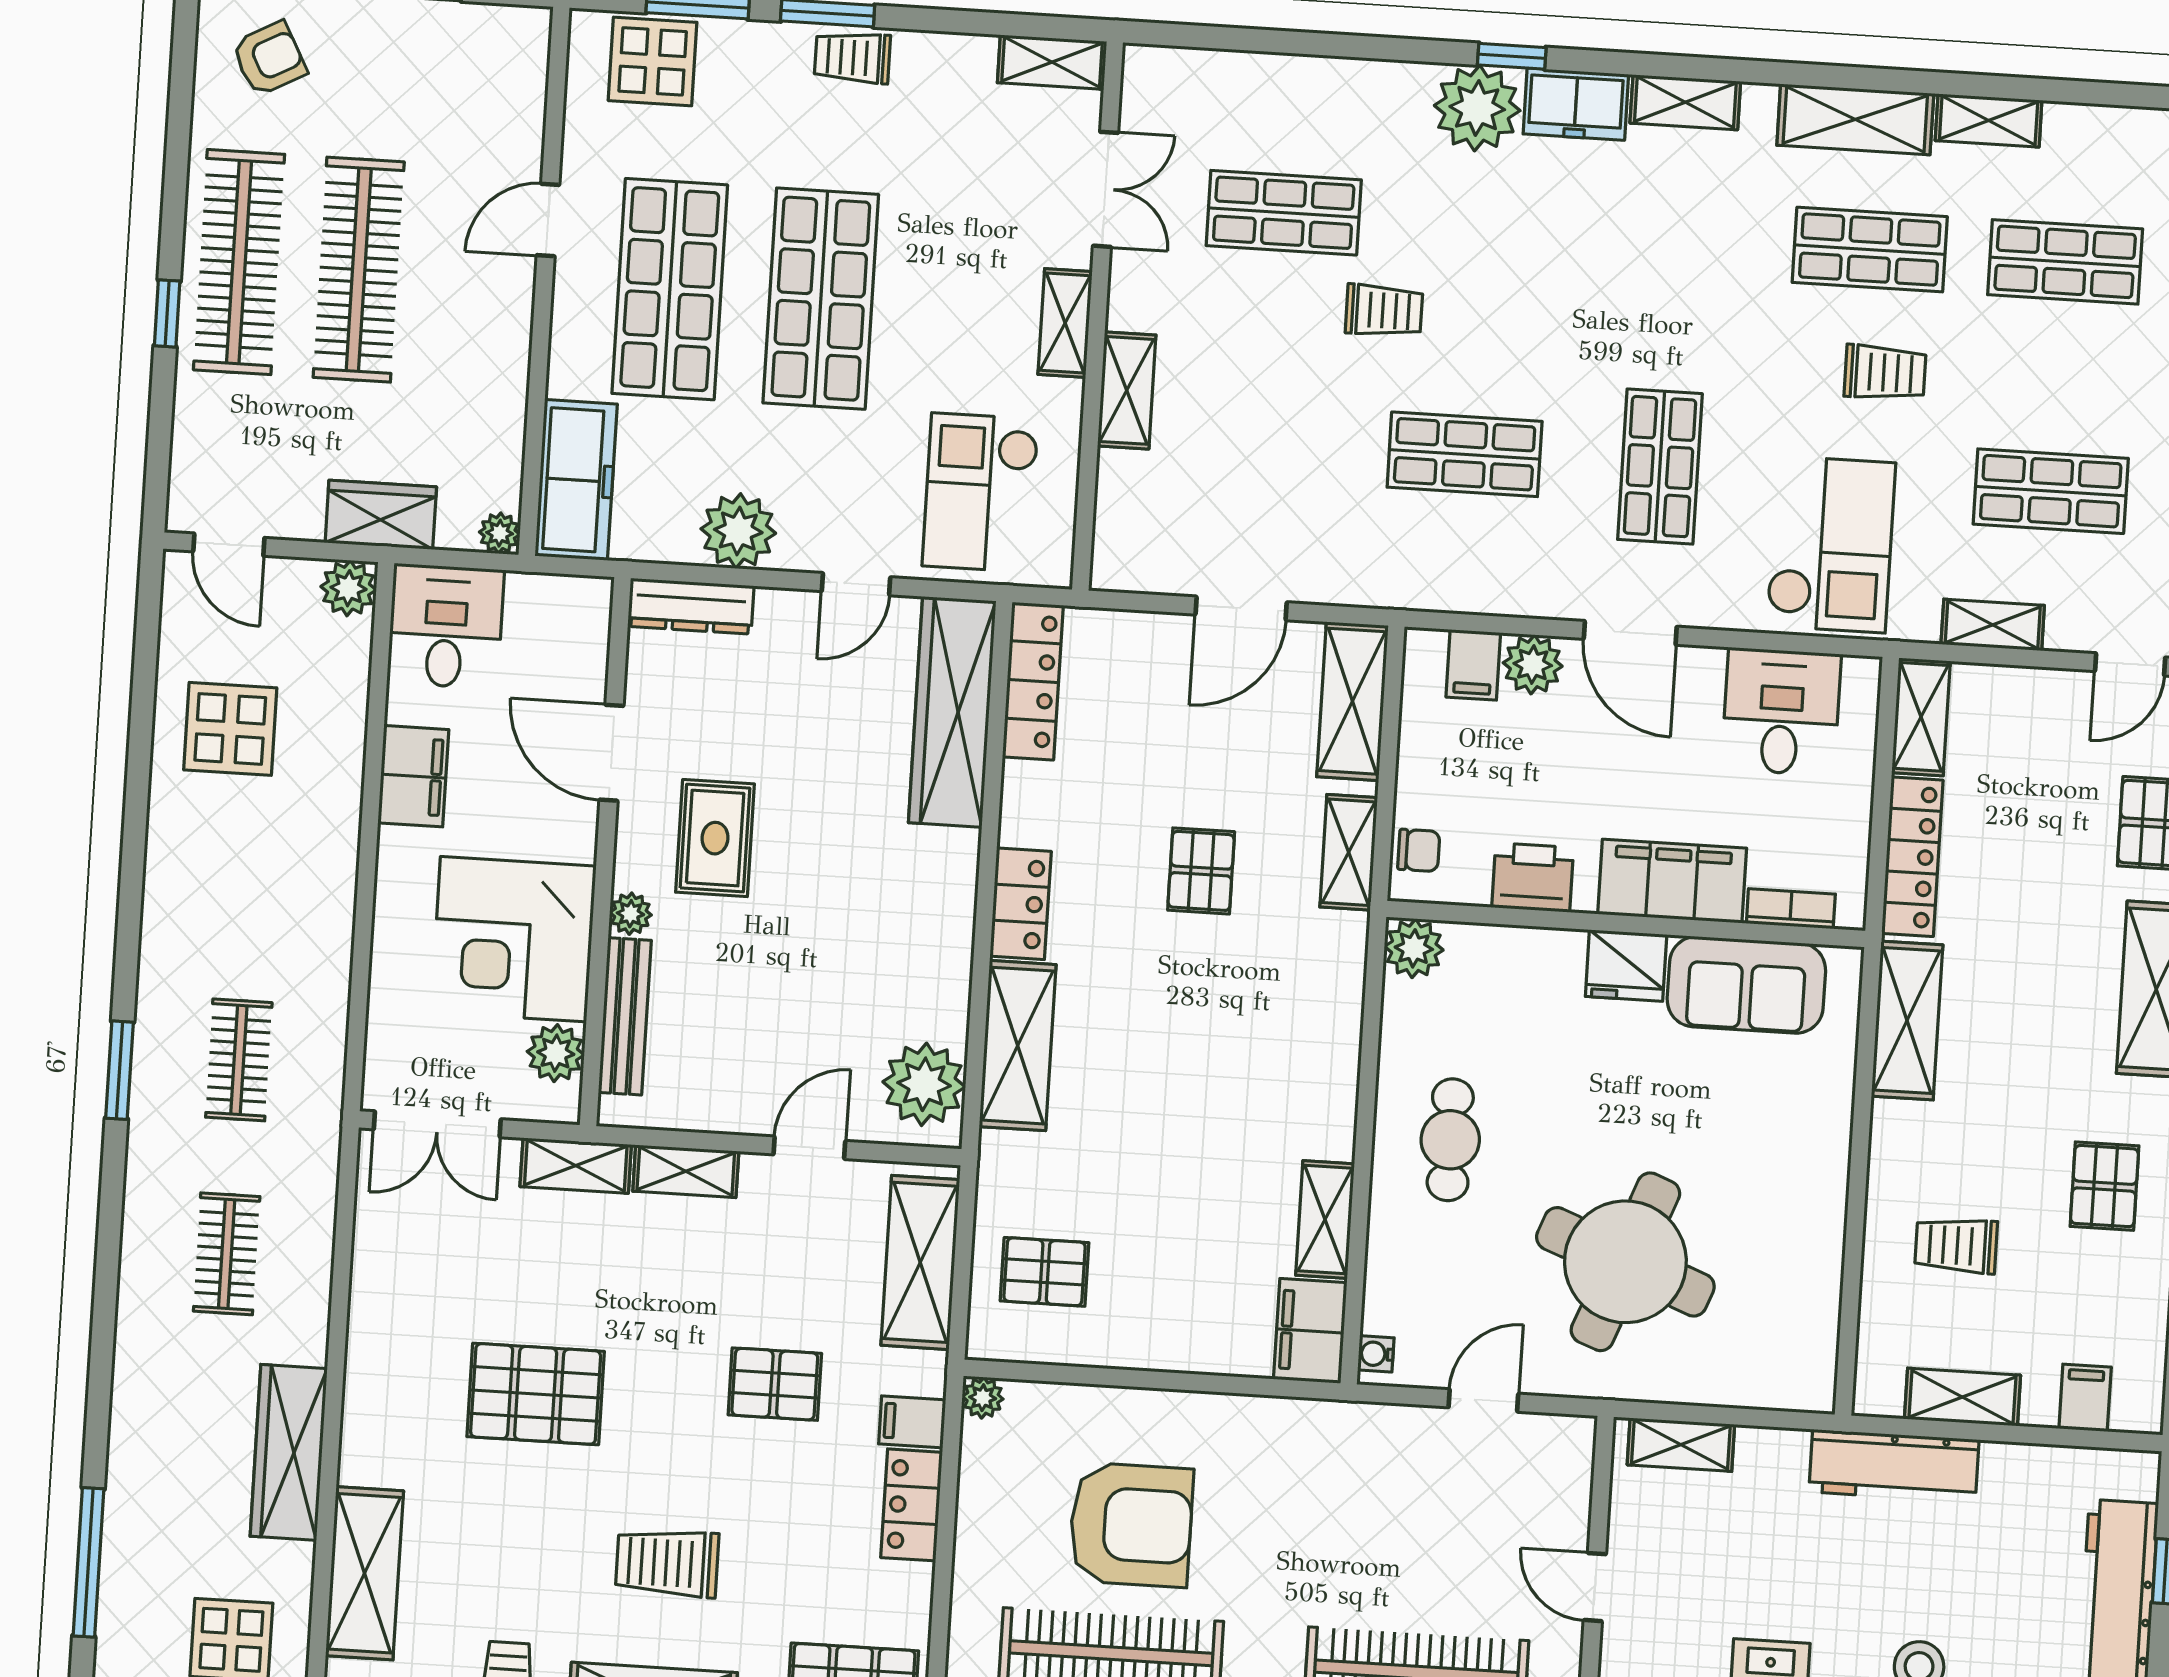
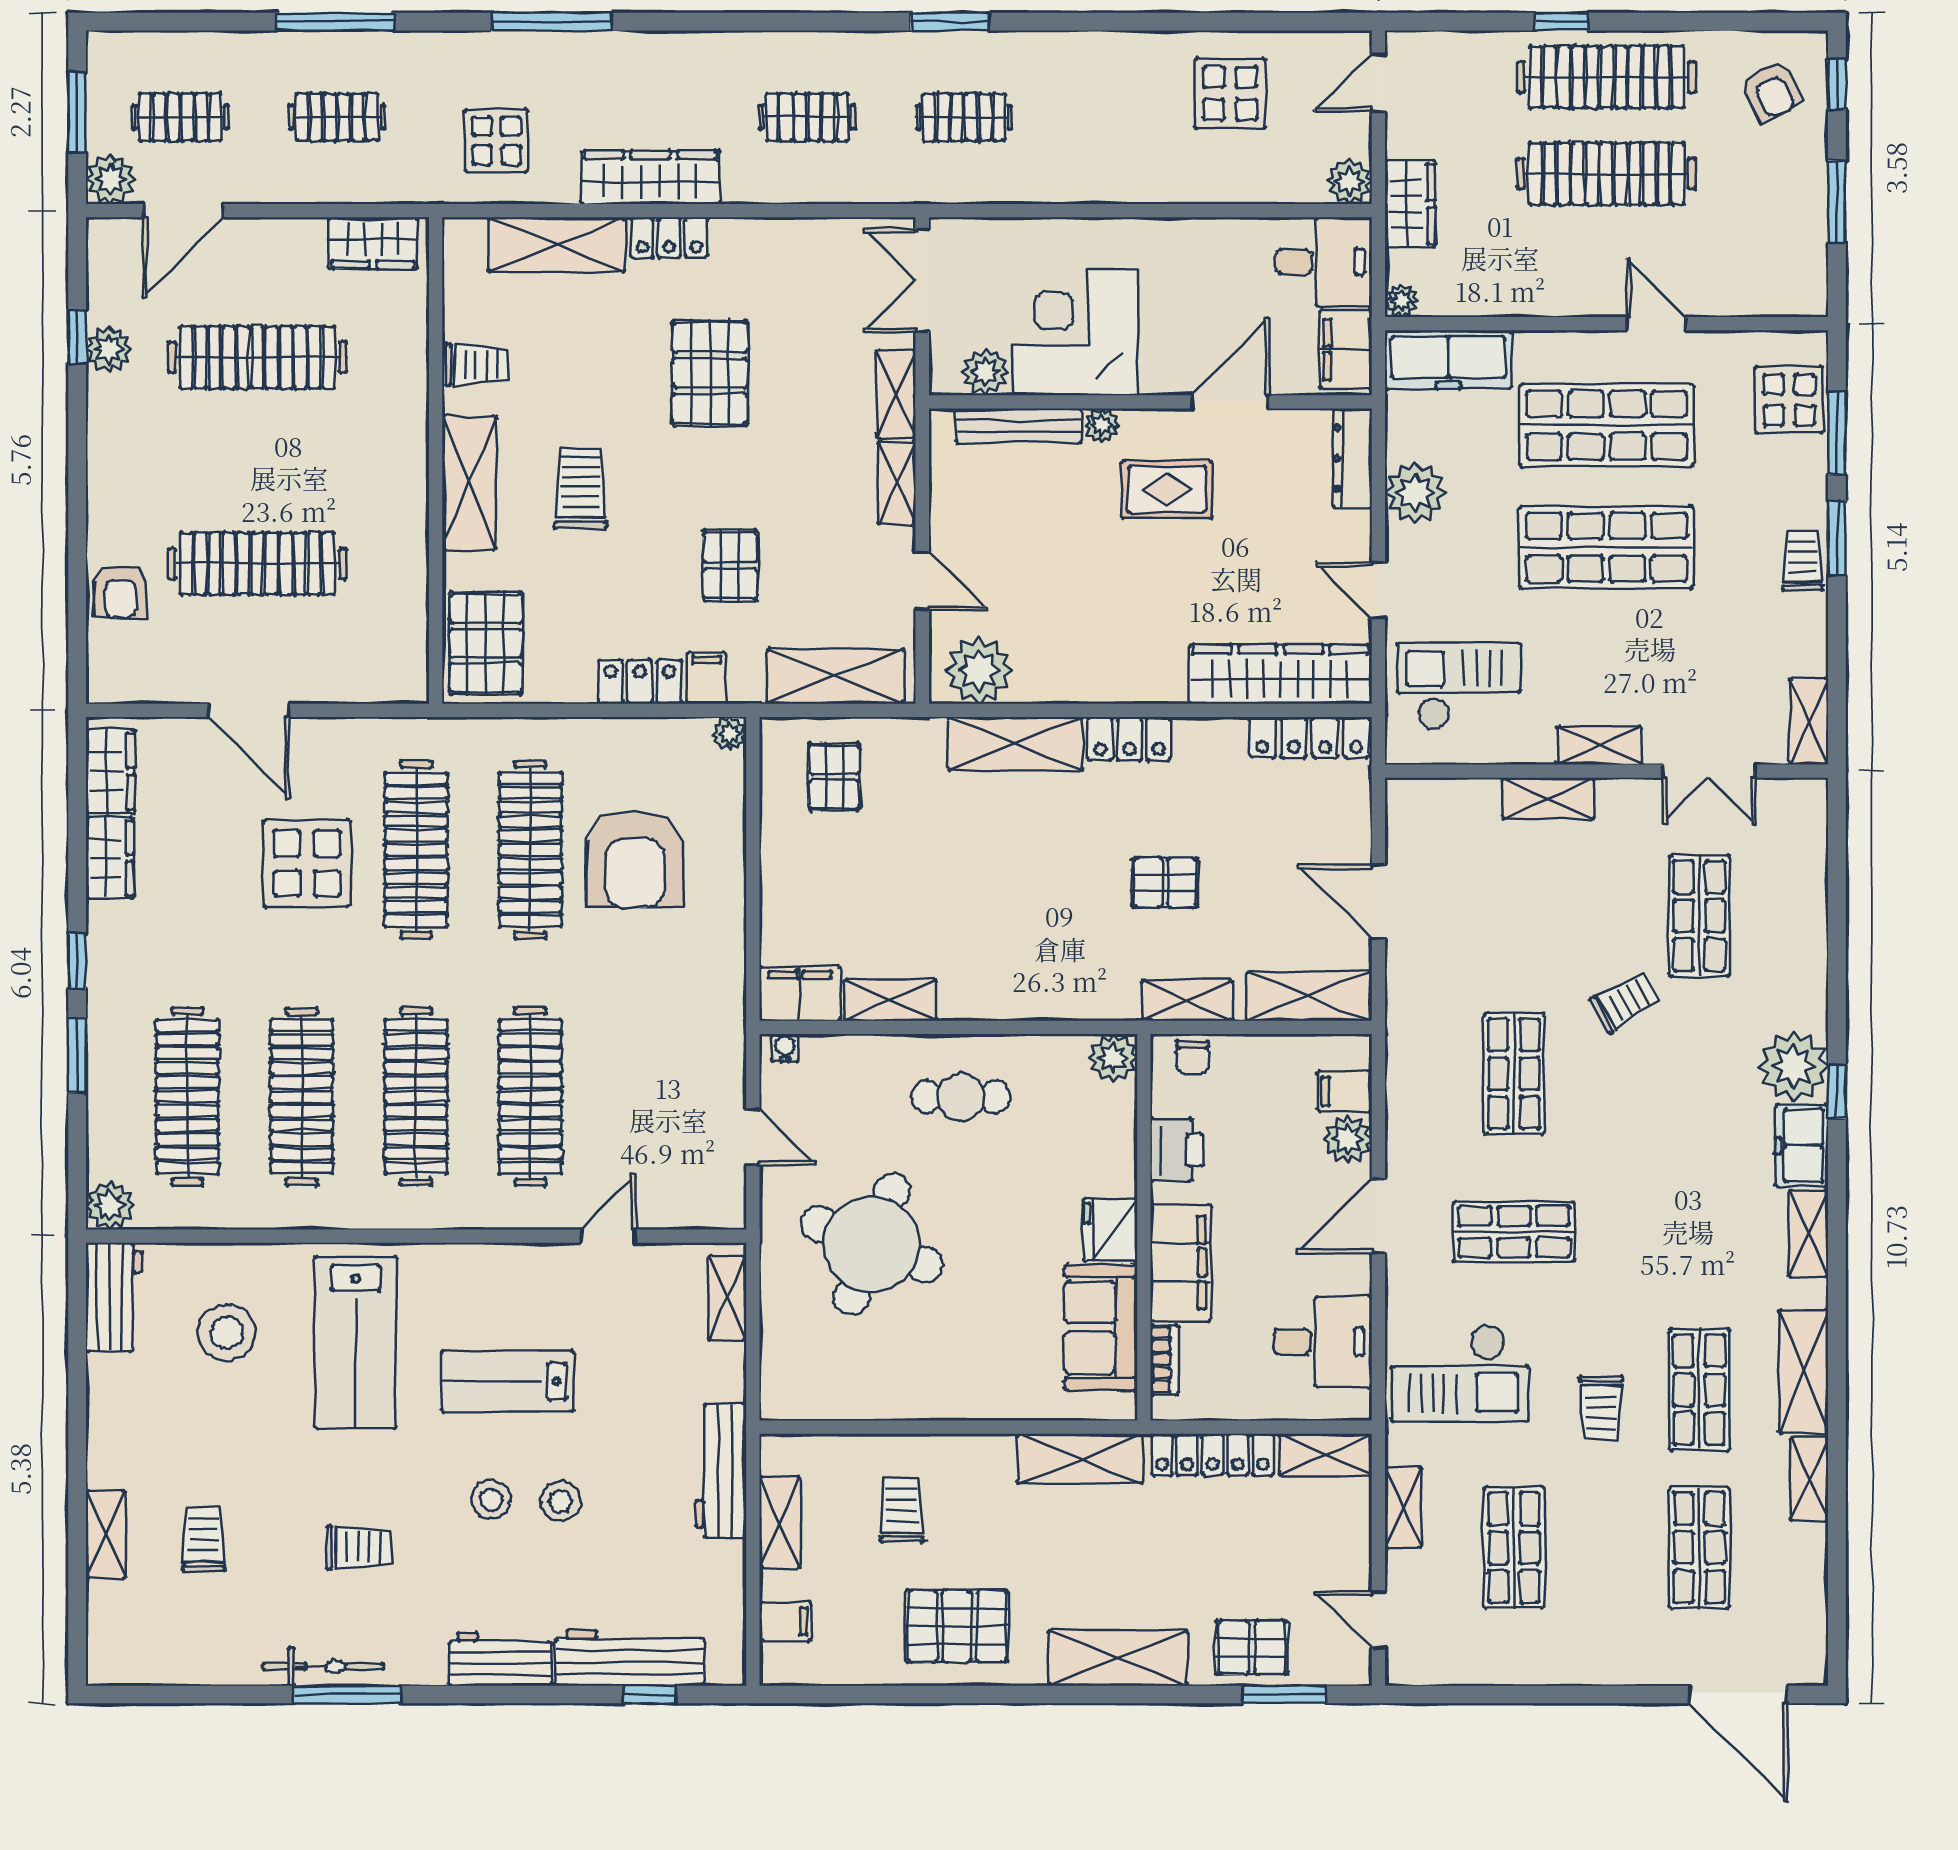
trolley: (1384, 310) -> (1626, 1002), turned -119
filing cabinet: (413, 776) -> (1346, 349), moved, turned 90
pallet: (2104, 1186) -> (957, 1626), width x1.50, depth x1.42
locker: (365, 1434) -> (669, 238), added

